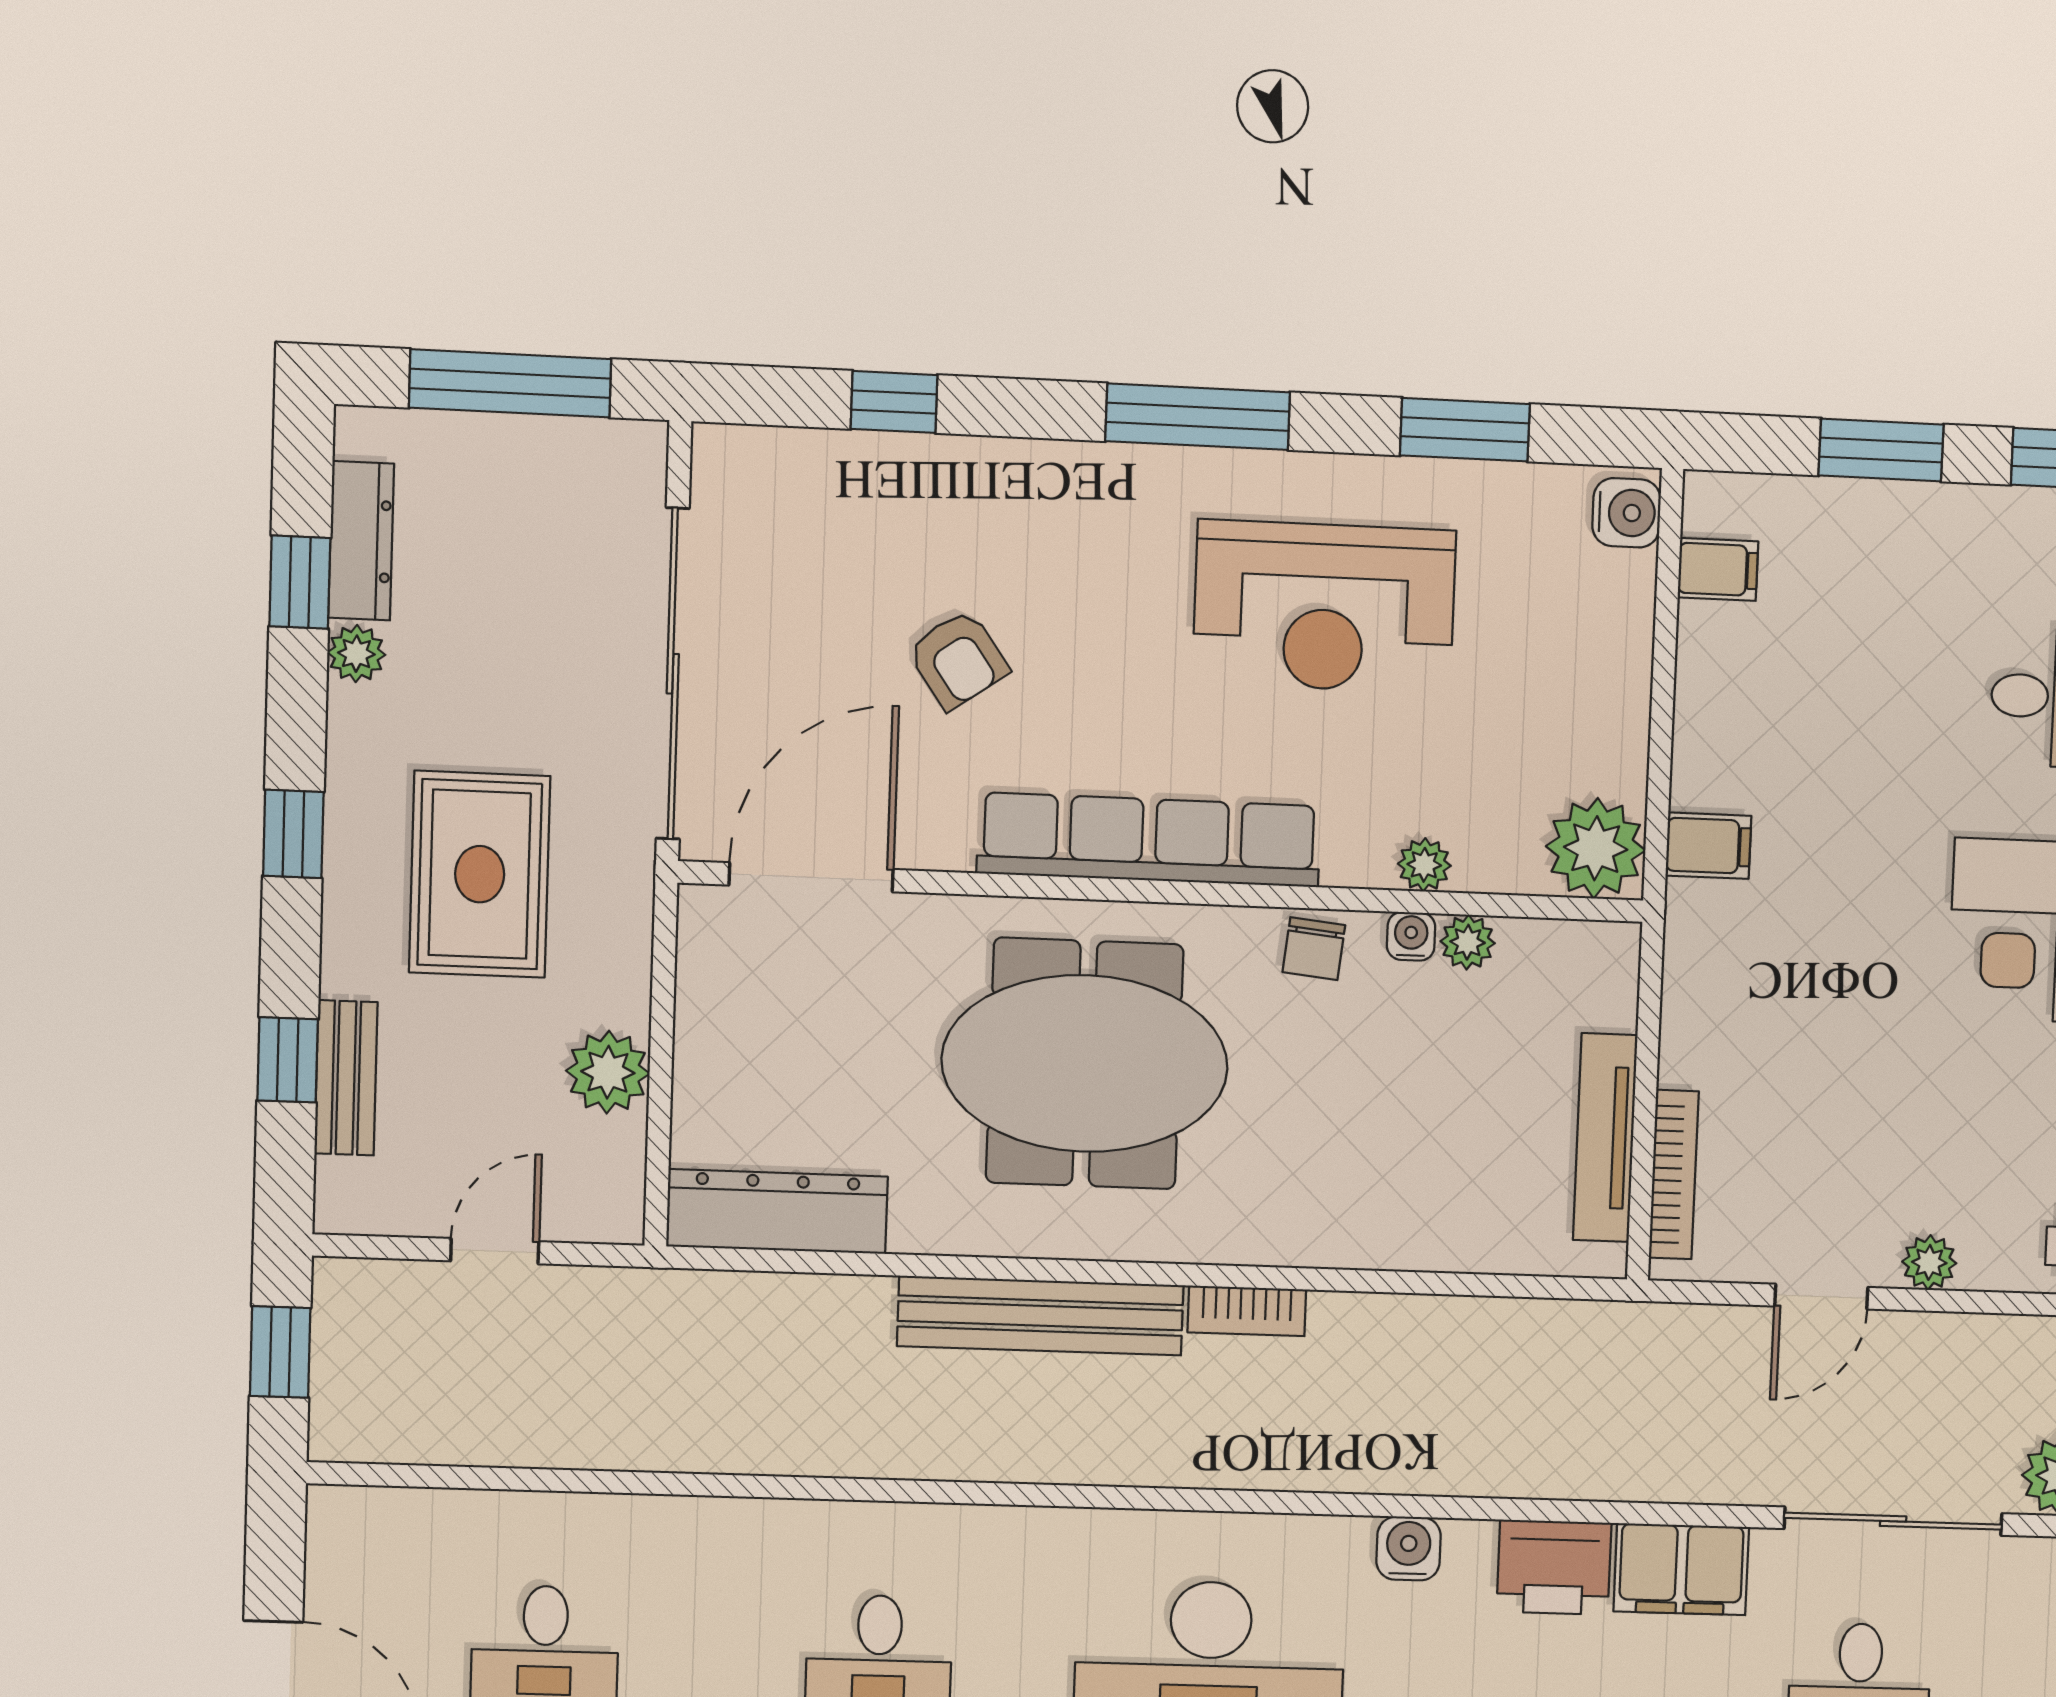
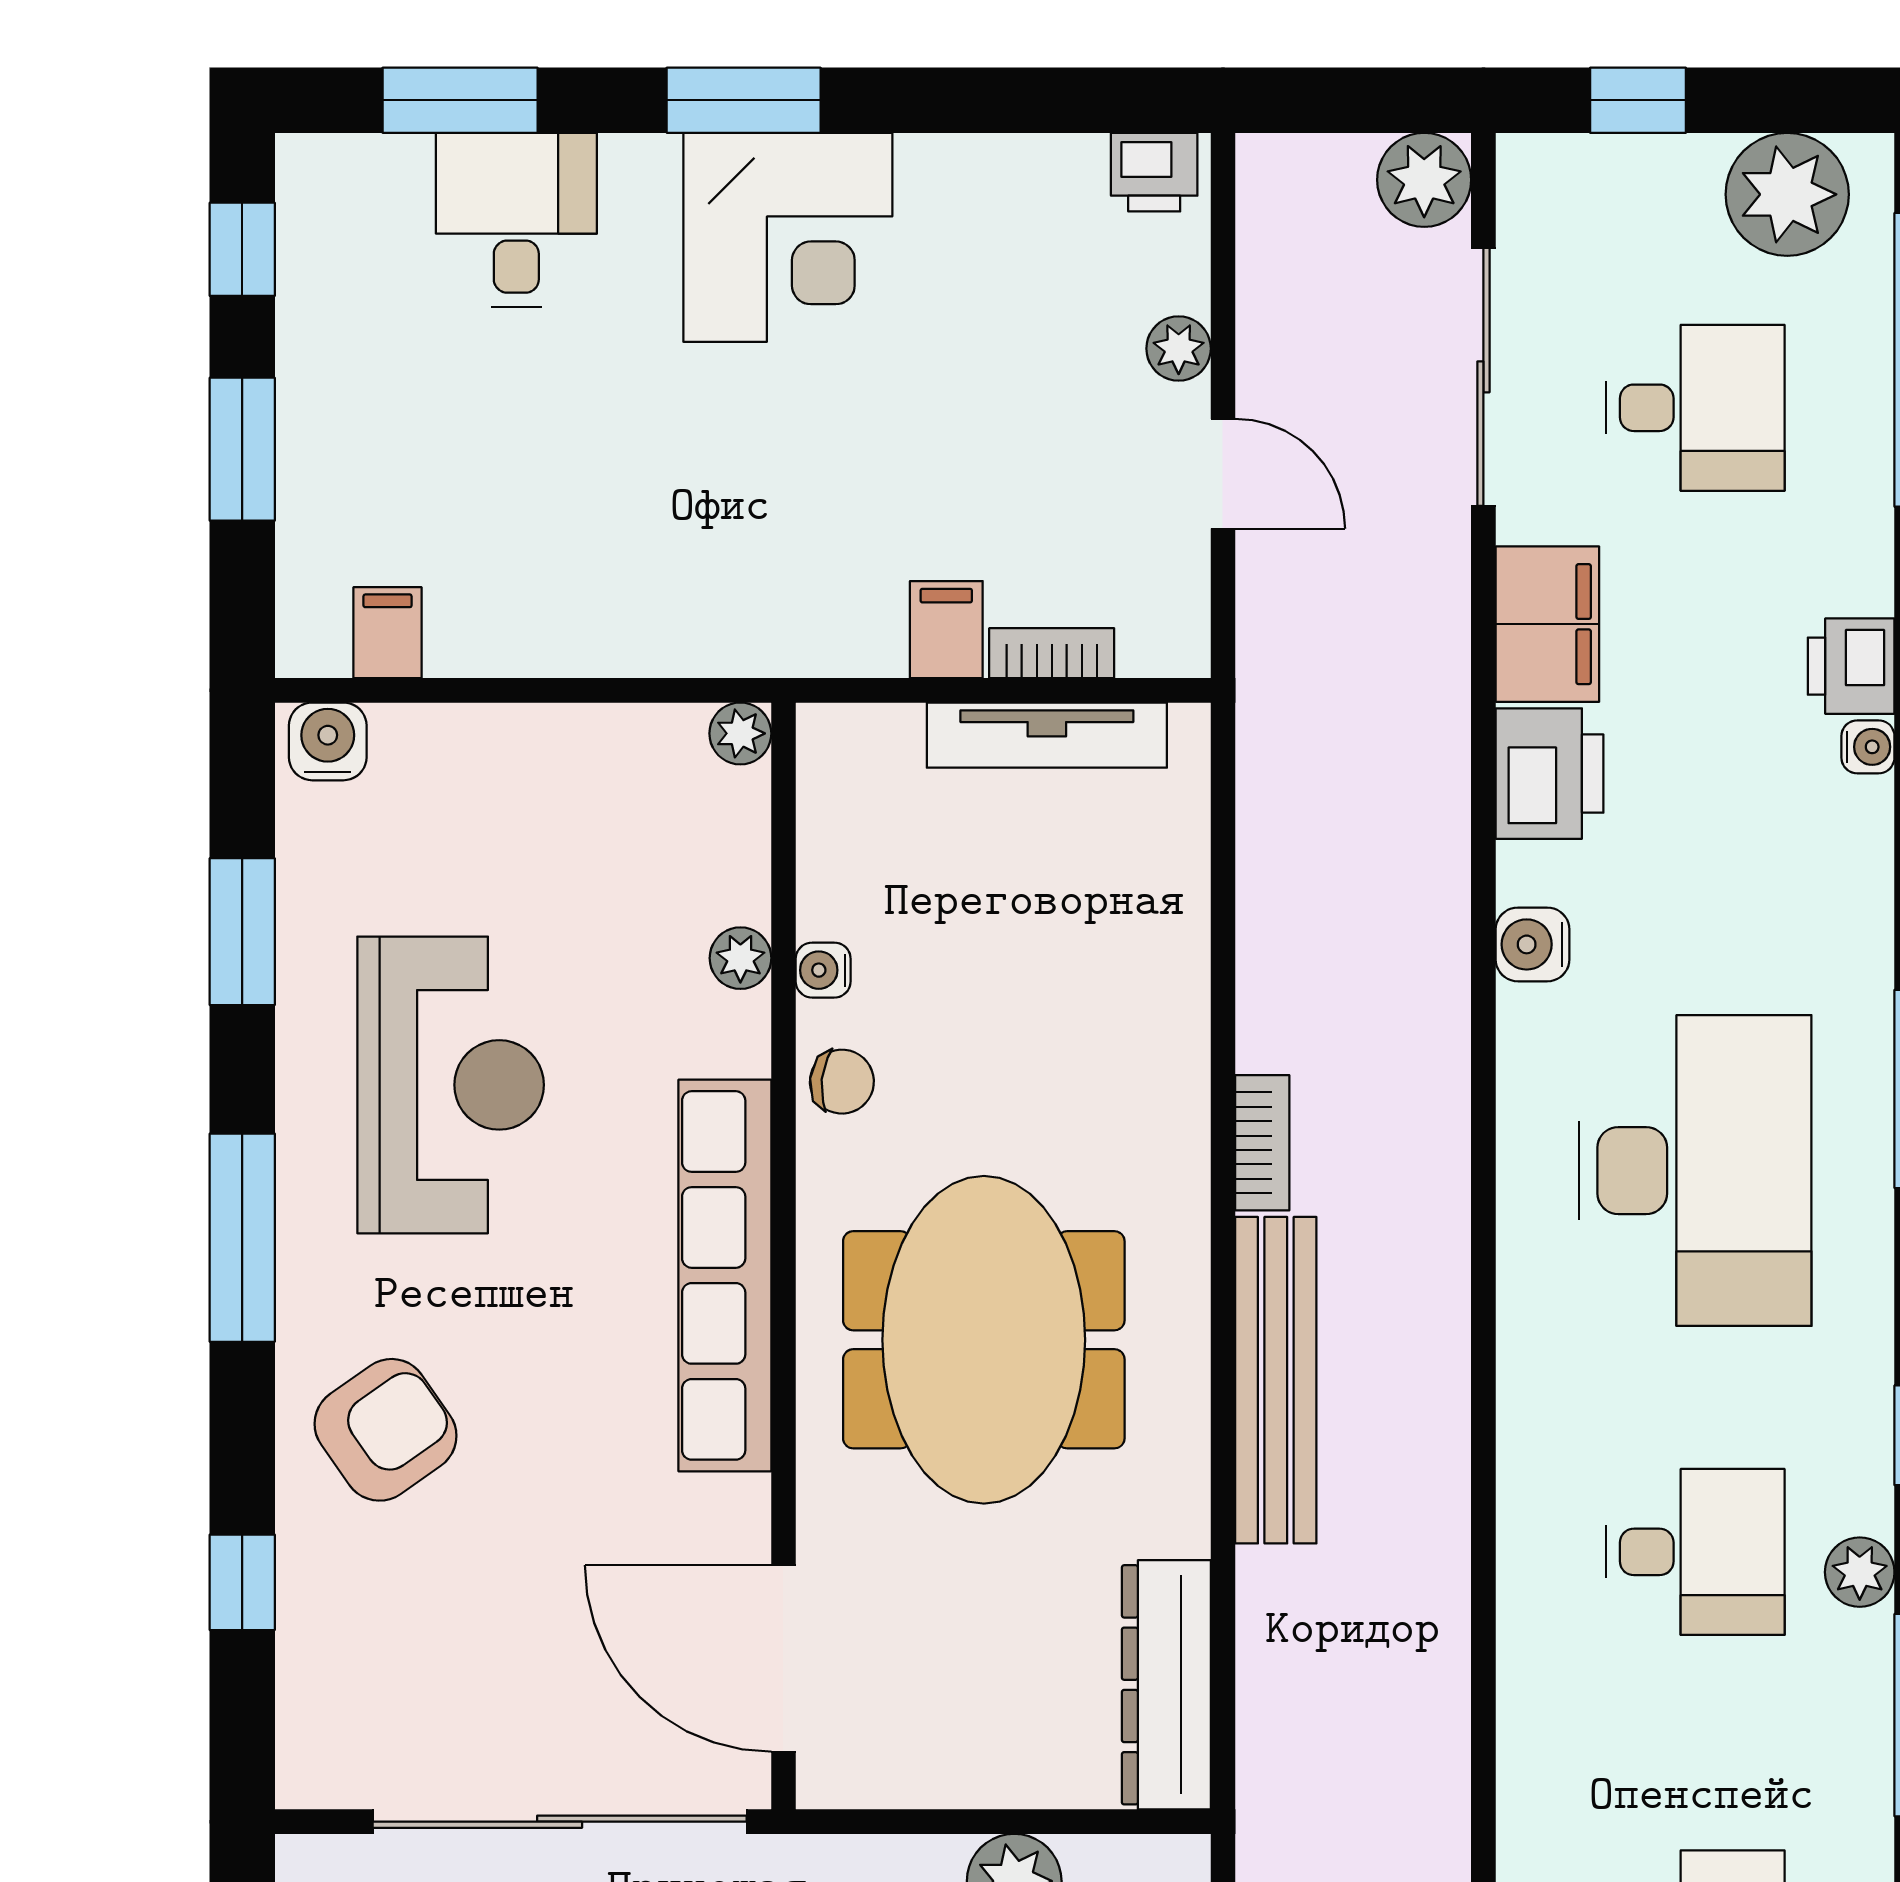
armchair: (958, 660) -> (386, 1430), moved, width x1.38, depth x1.38
filing cabinet: (1708, 846) -> (946, 630), moved
plant: (1596, 848) -> (740, 733), width x0.53, depth x0.53
plant: (1468, 942) -> (827, 904), removed
bookcase: (1674, 1175) -> (1052, 653), width x0.64

